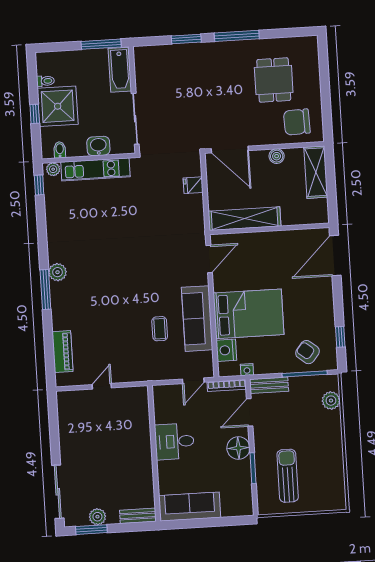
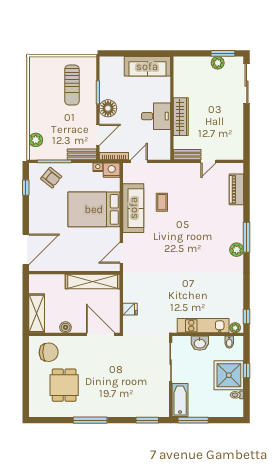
window: (186, 39) -> (147, 420), moved
nightstand: (226, 350) -> (112, 170), moved, turned -90
wardrobe: (142, 443) -> (181, 117), added
bench: (138, 516) -> (187, 155), moved

